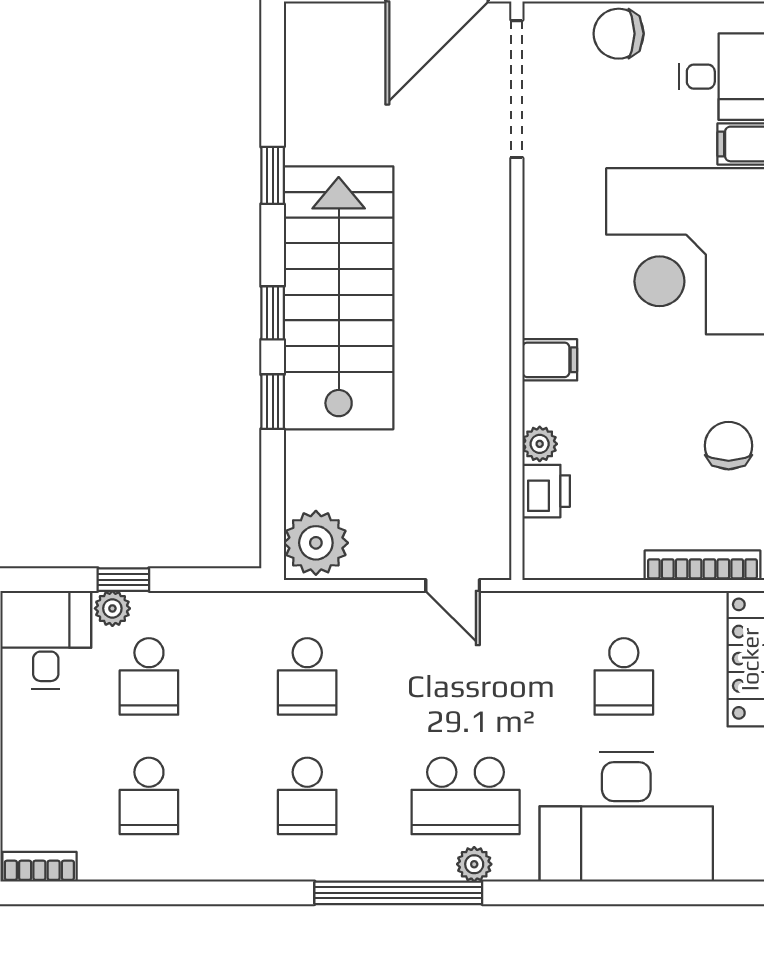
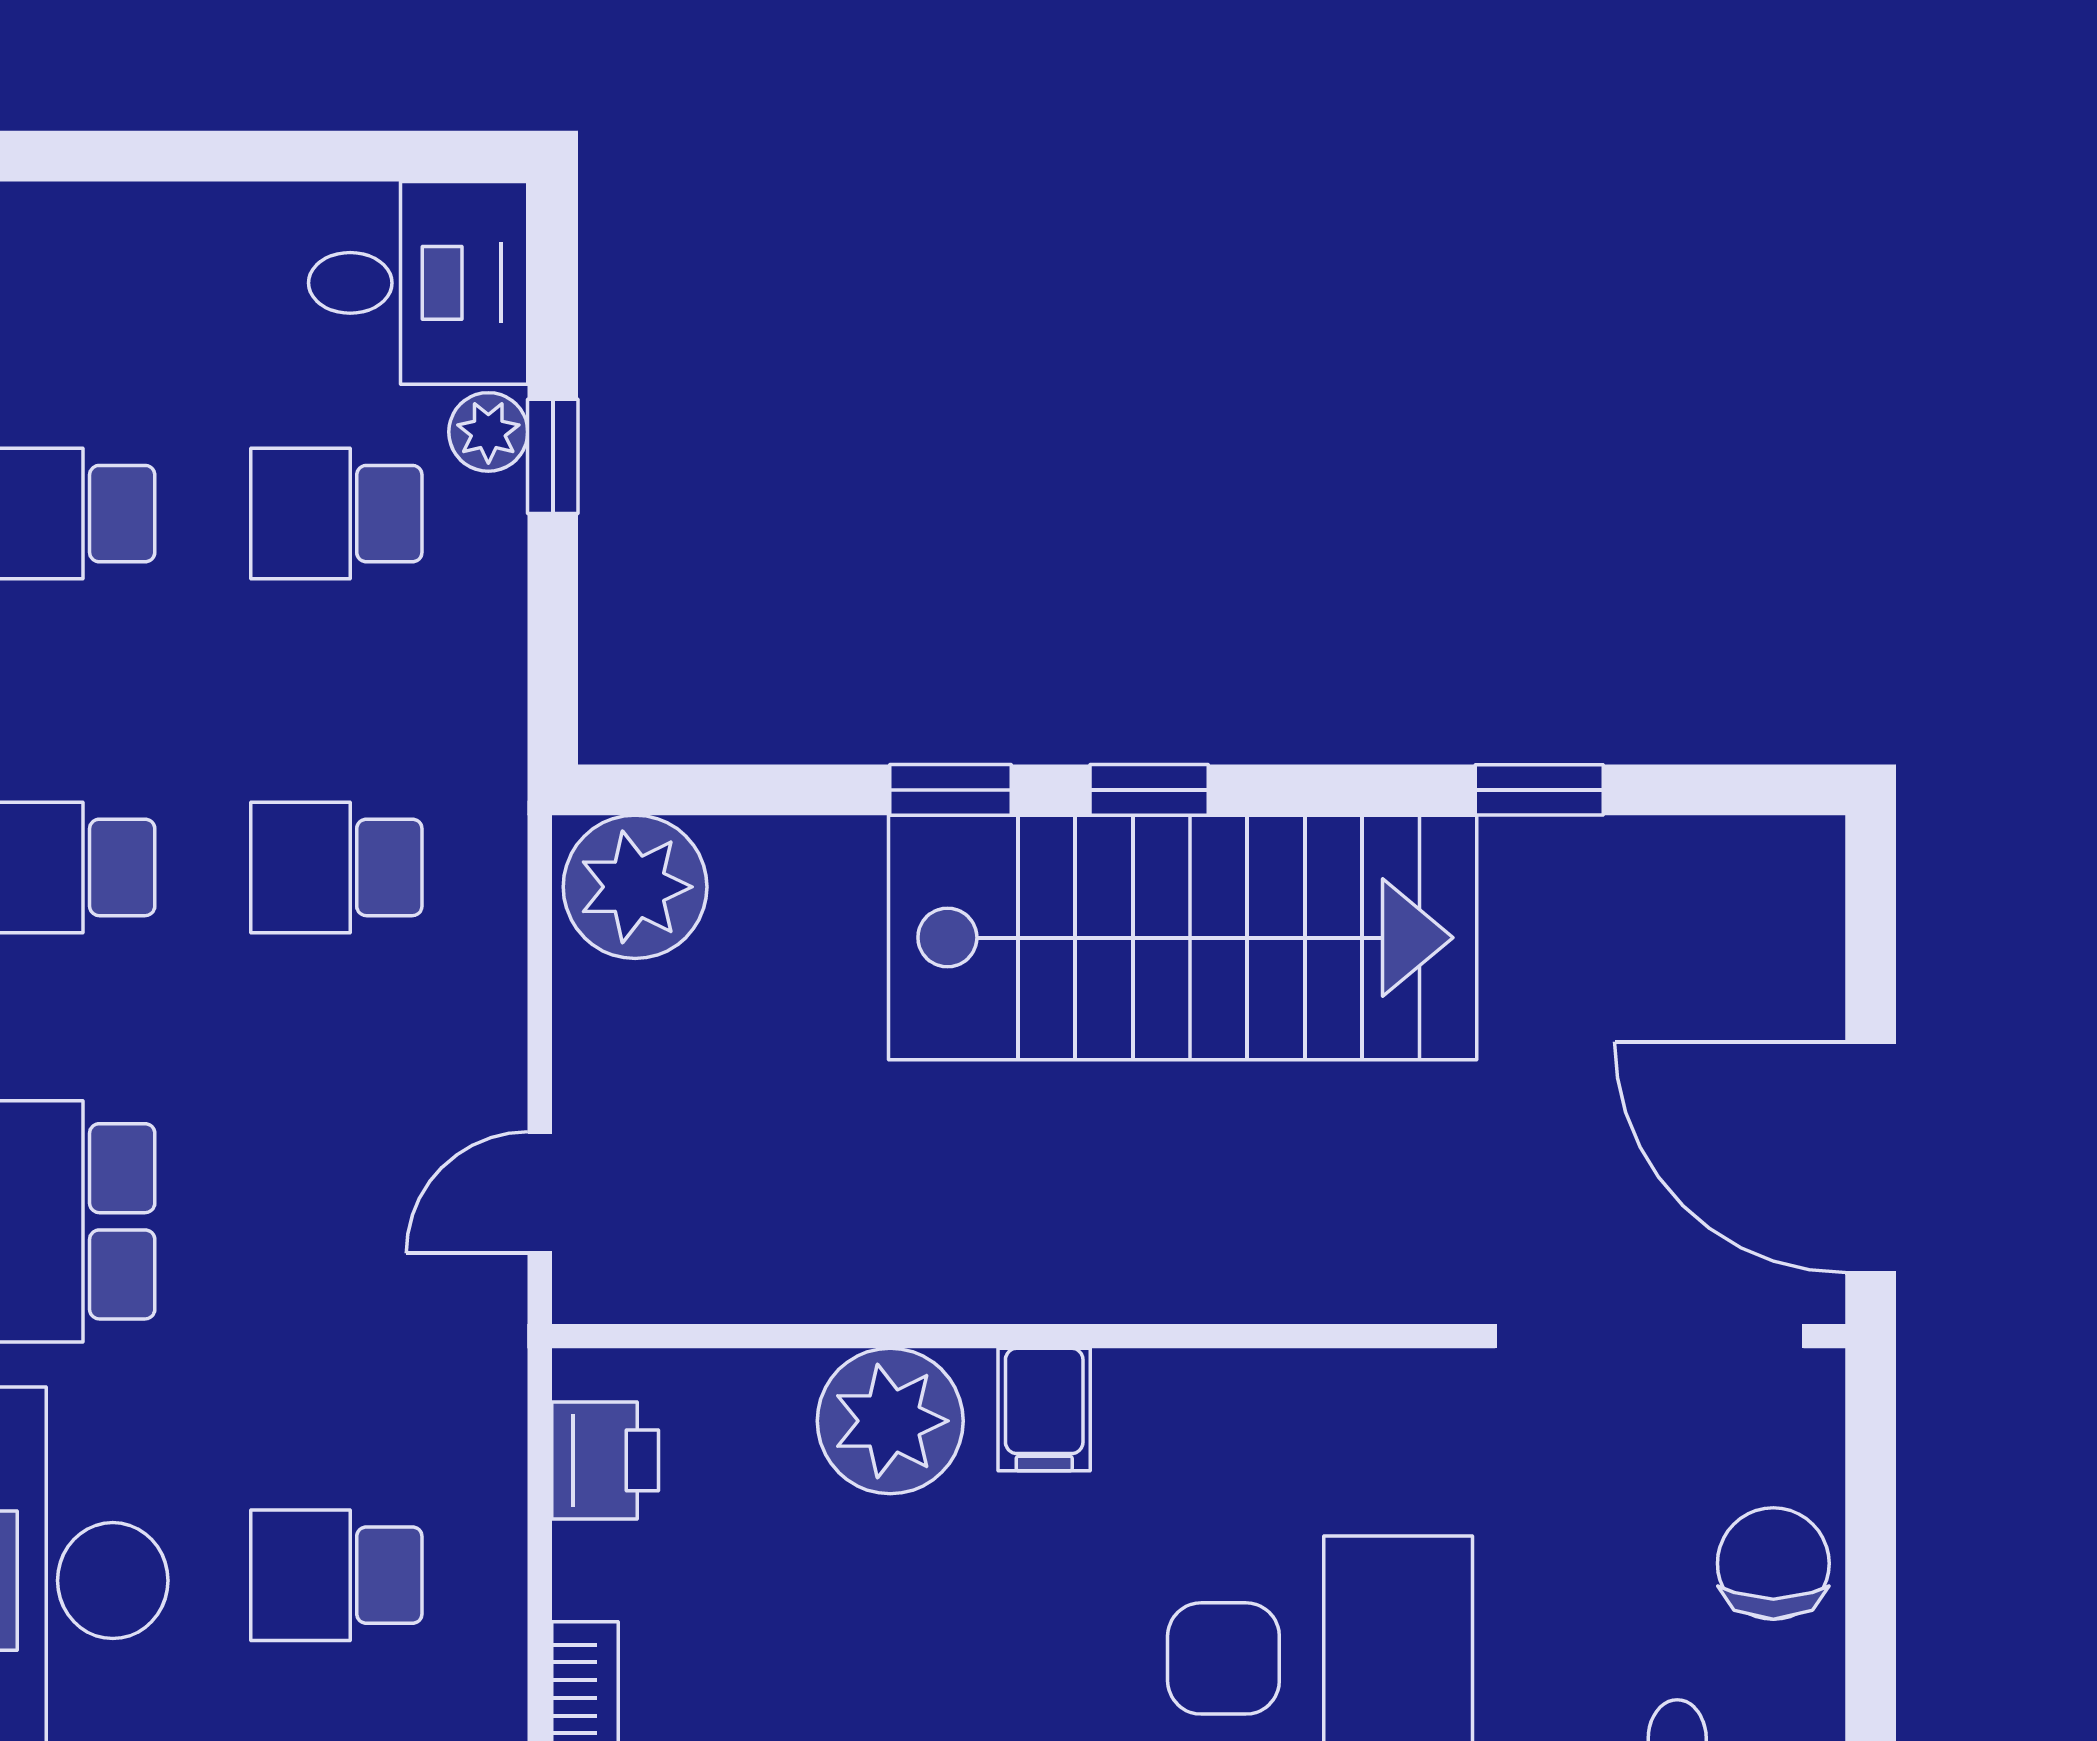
window: (273, 175) -> (1539, 790), moved
plant: (540, 444) -> (890, 1421), width x1.88, depth x1.88
printer: (546, 491) -> (605, 1460), moved, turned -90

